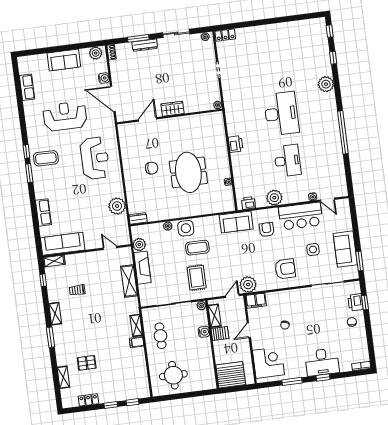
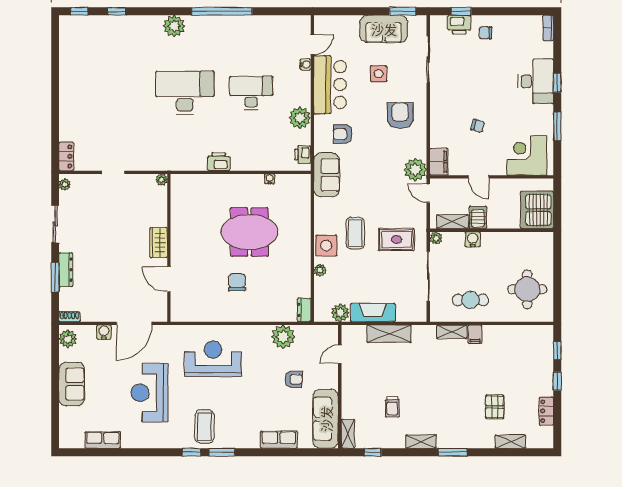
plant: (326, 84) -> (174, 26), moved
armchair: (88, 217) -> (294, 379), added

